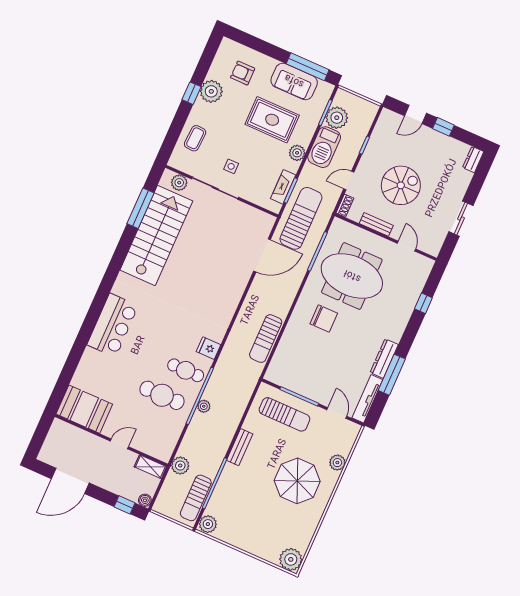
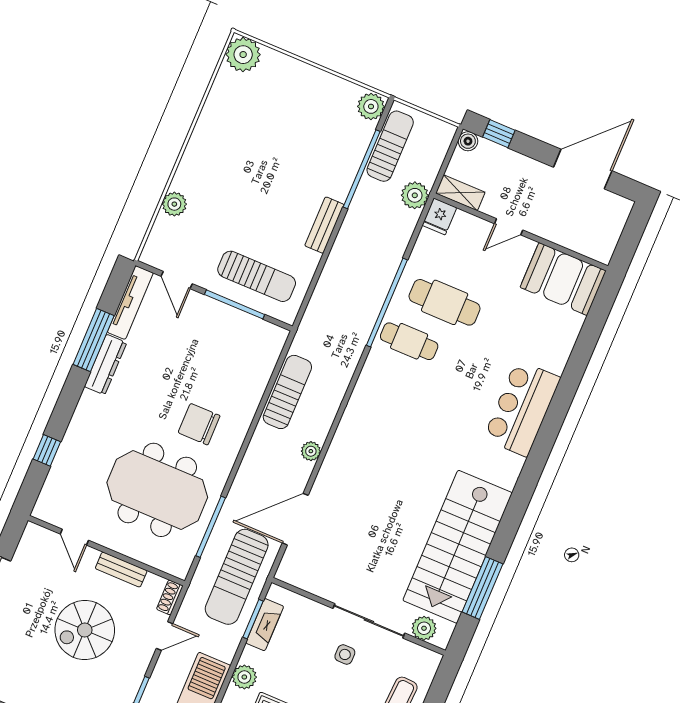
fridge: (208, 348) -> (439, 216), moved, turned 90
plant: (204, 406) -> (311, 451), moved
sun lounger: (284, 414) -> (257, 276), turned 180
parasol: (297, 481) -> (235, 175), removed

